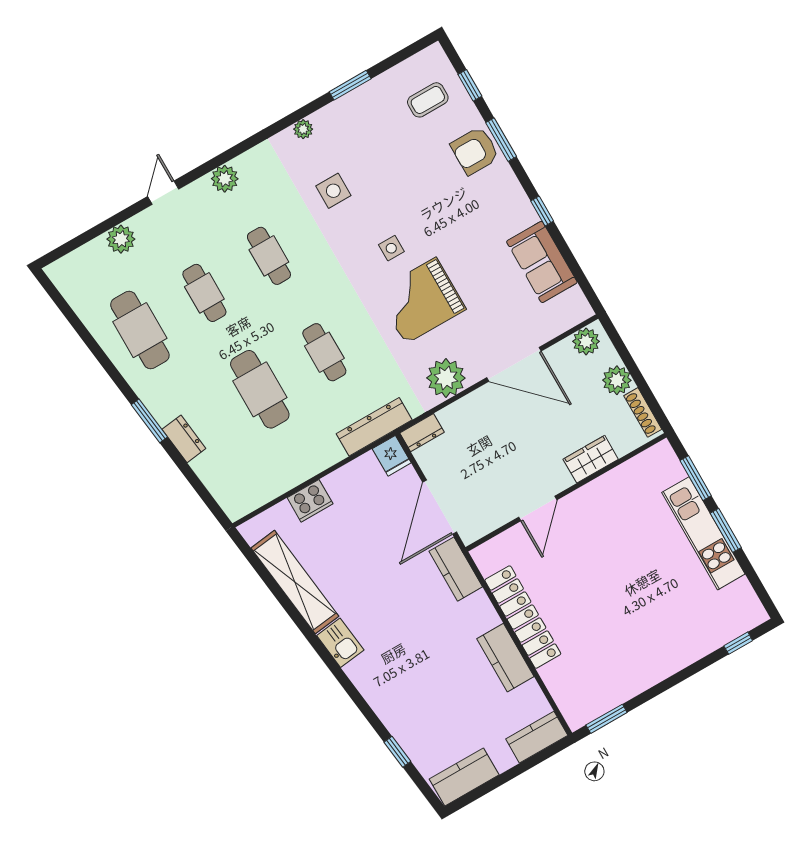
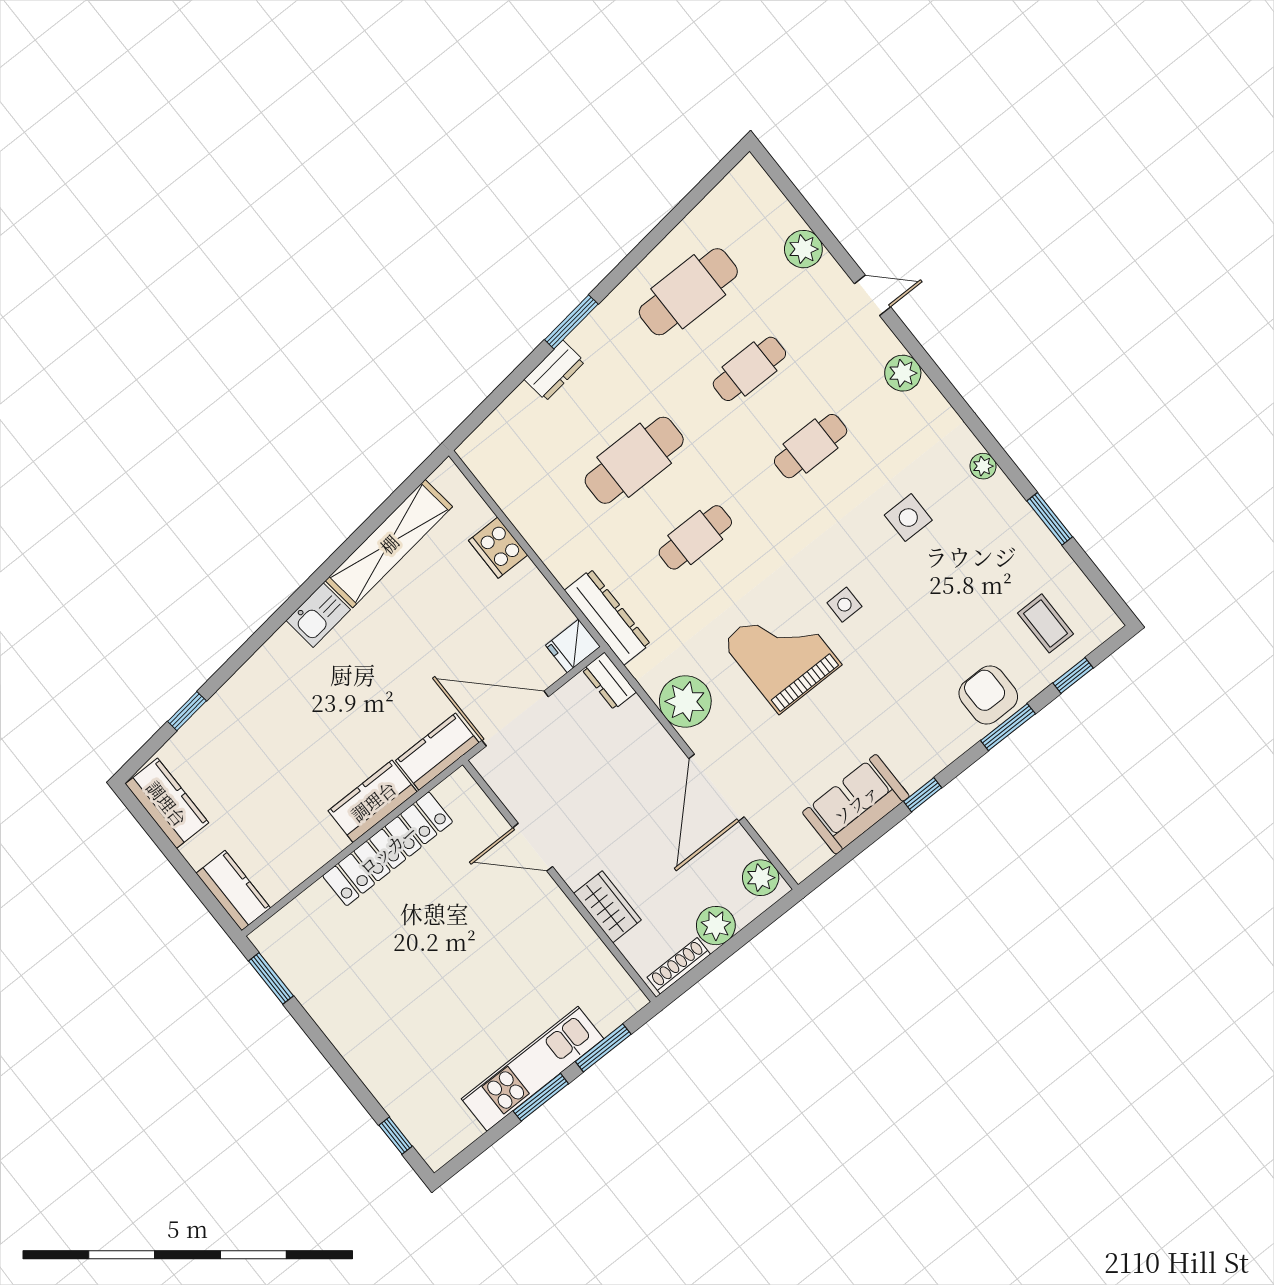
kitchen counter: (505, 658) -> (373, 801), moved

